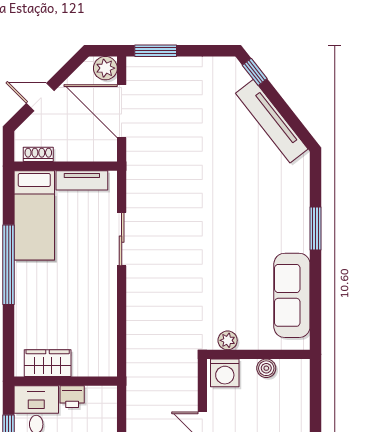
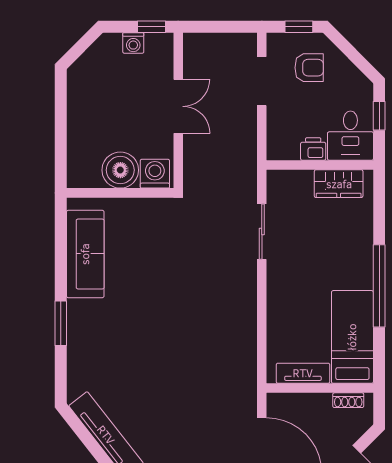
sliding door: (122, 239) -> (262, 232), moved
plant: (228, 340) -> (152, 207), removed
boiler: (266, 368) -> (120, 170), width x1.86, depth x1.86

